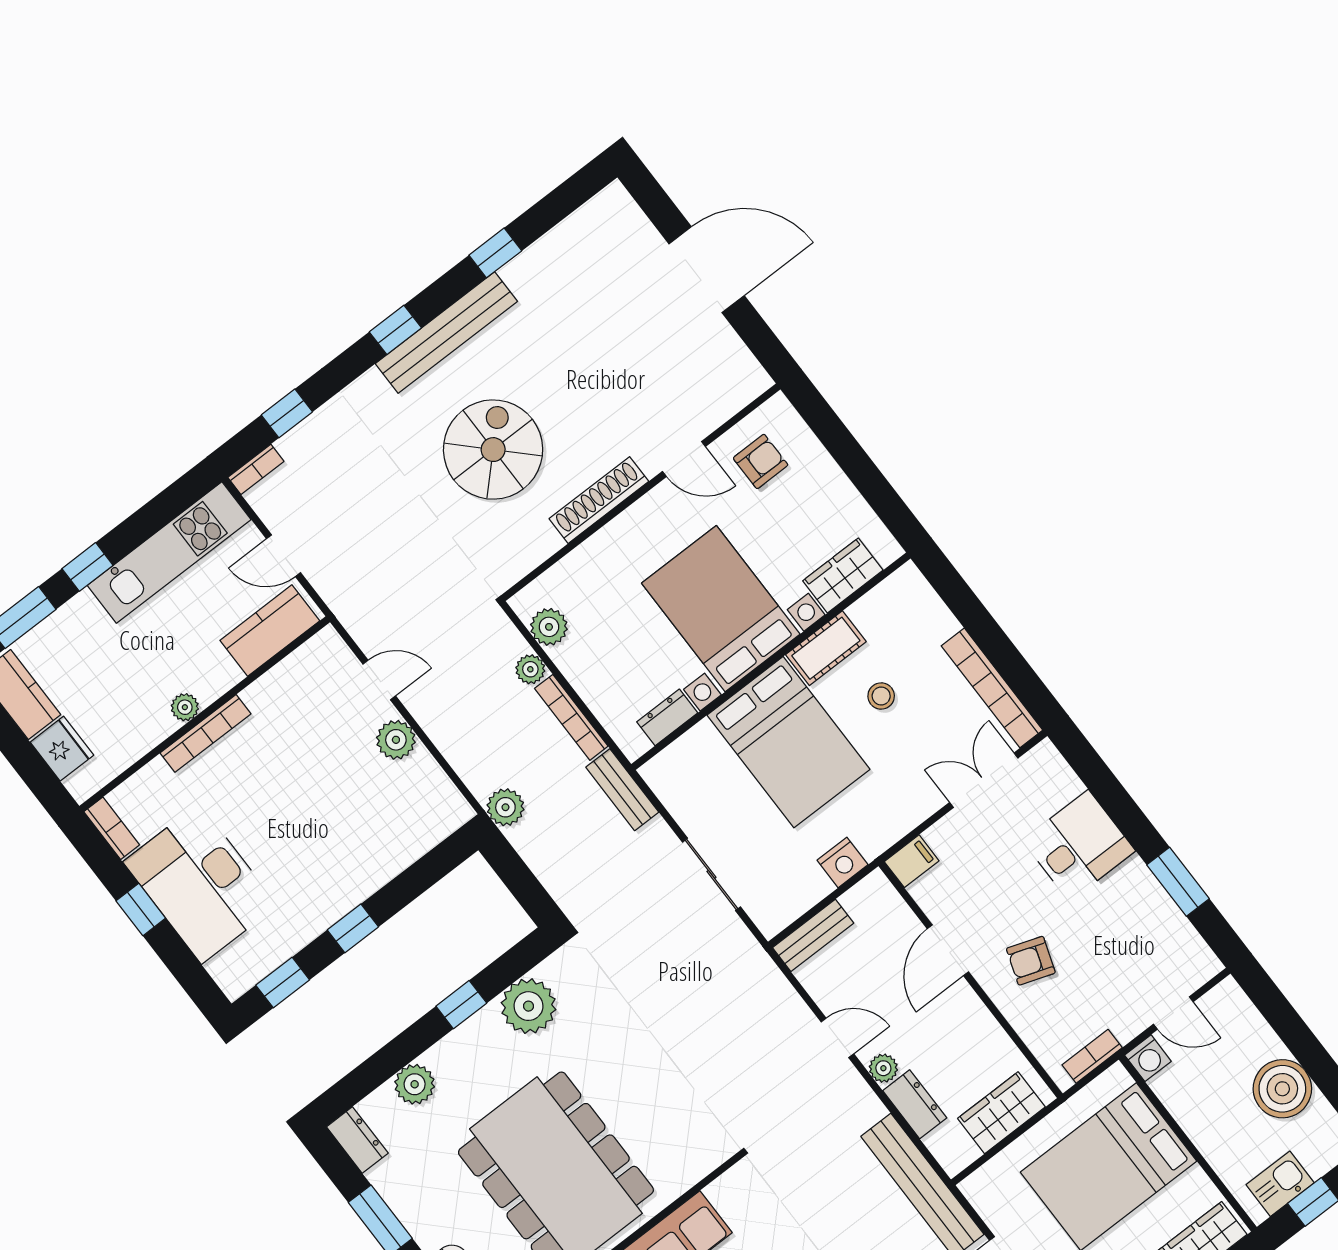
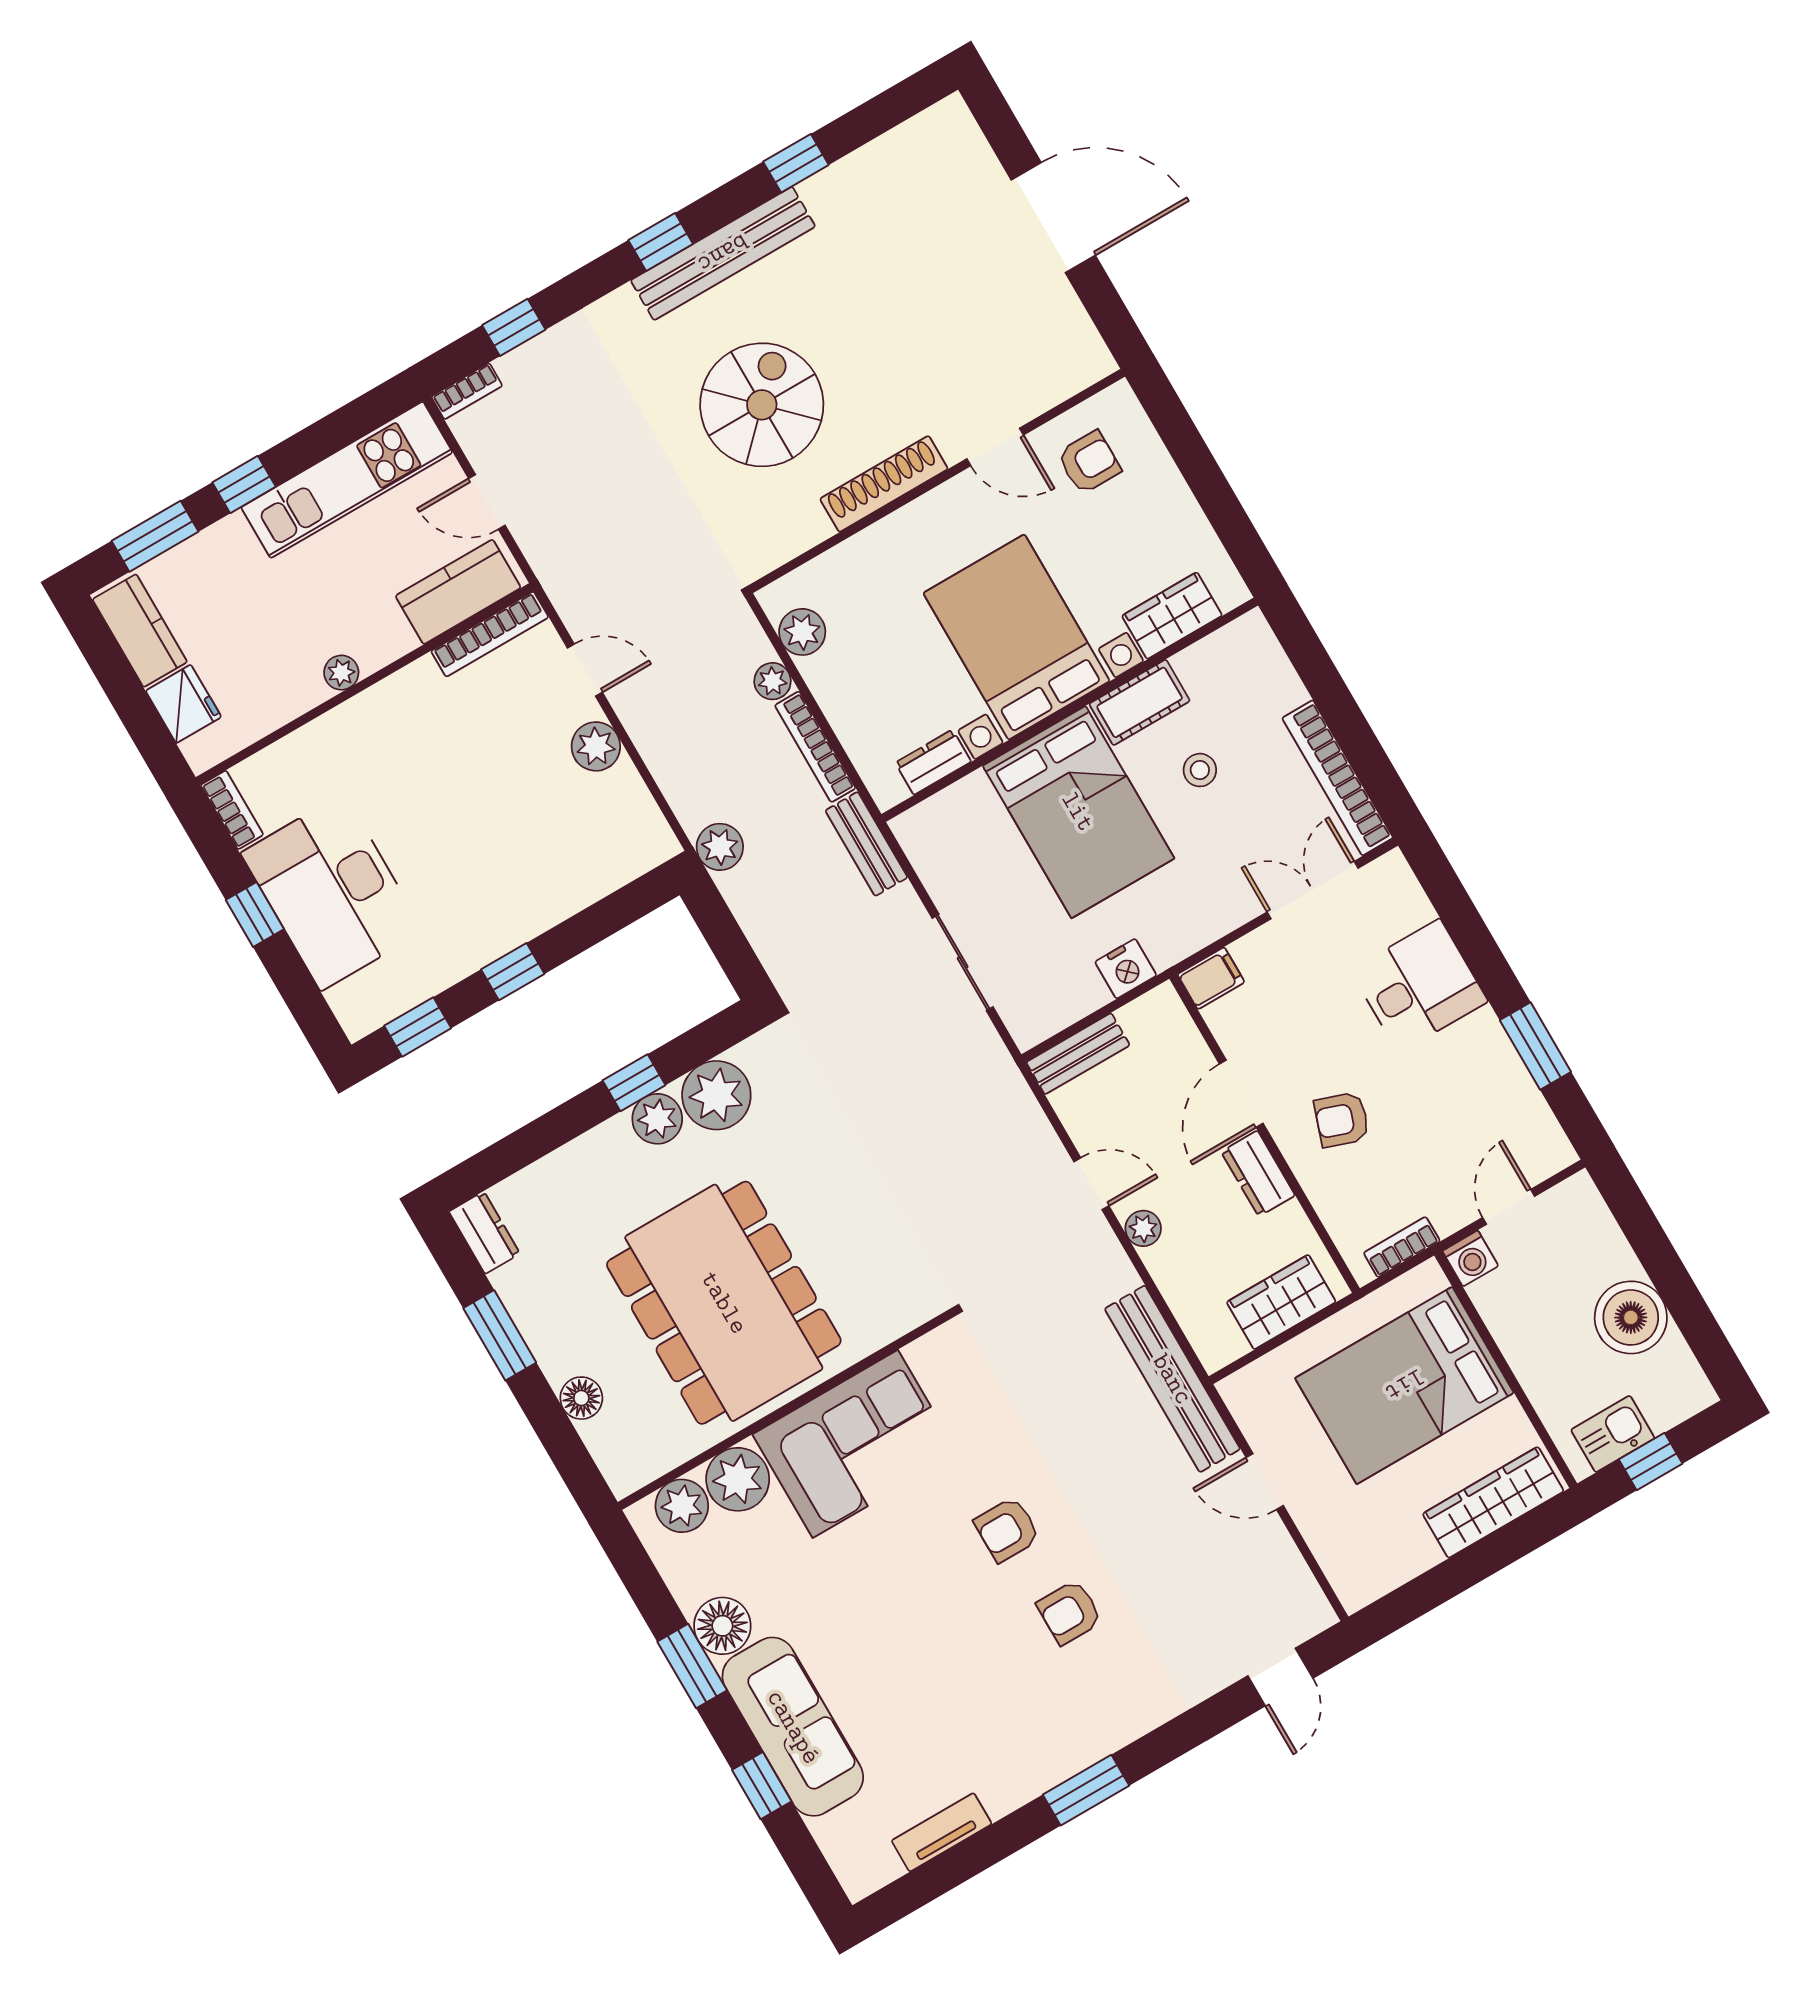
bookcase: (206, 733) -> (490, 634), moved
door: (1173, 1013) -> (1509, 1207), swing flipped
plant: (415, 1084) -> (657, 1119), moved
dresser: (915, 1104) -> (1258, 1173), moved, turned 180

